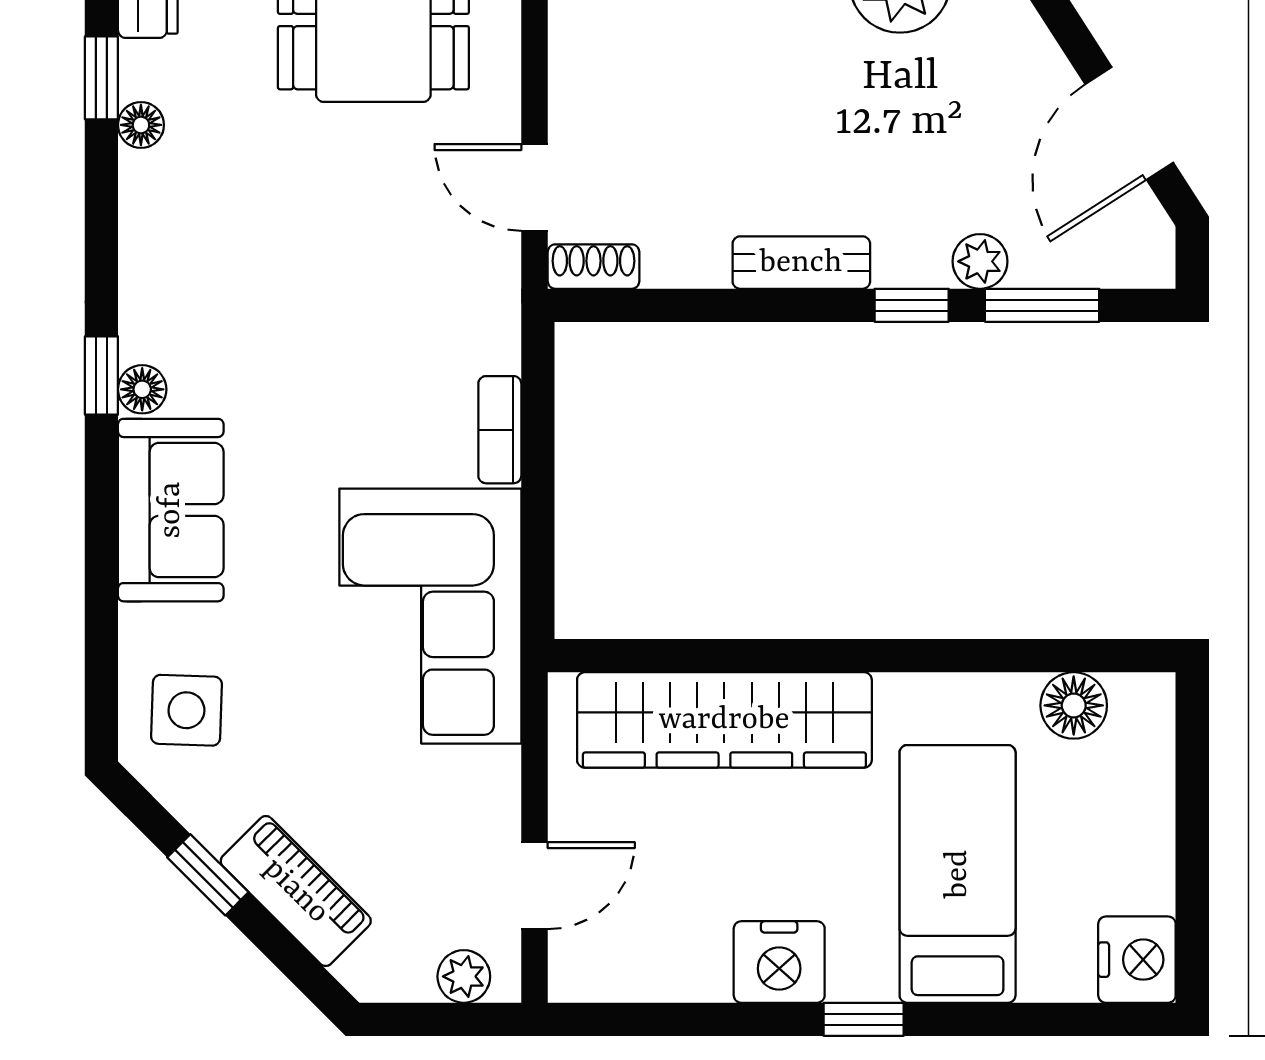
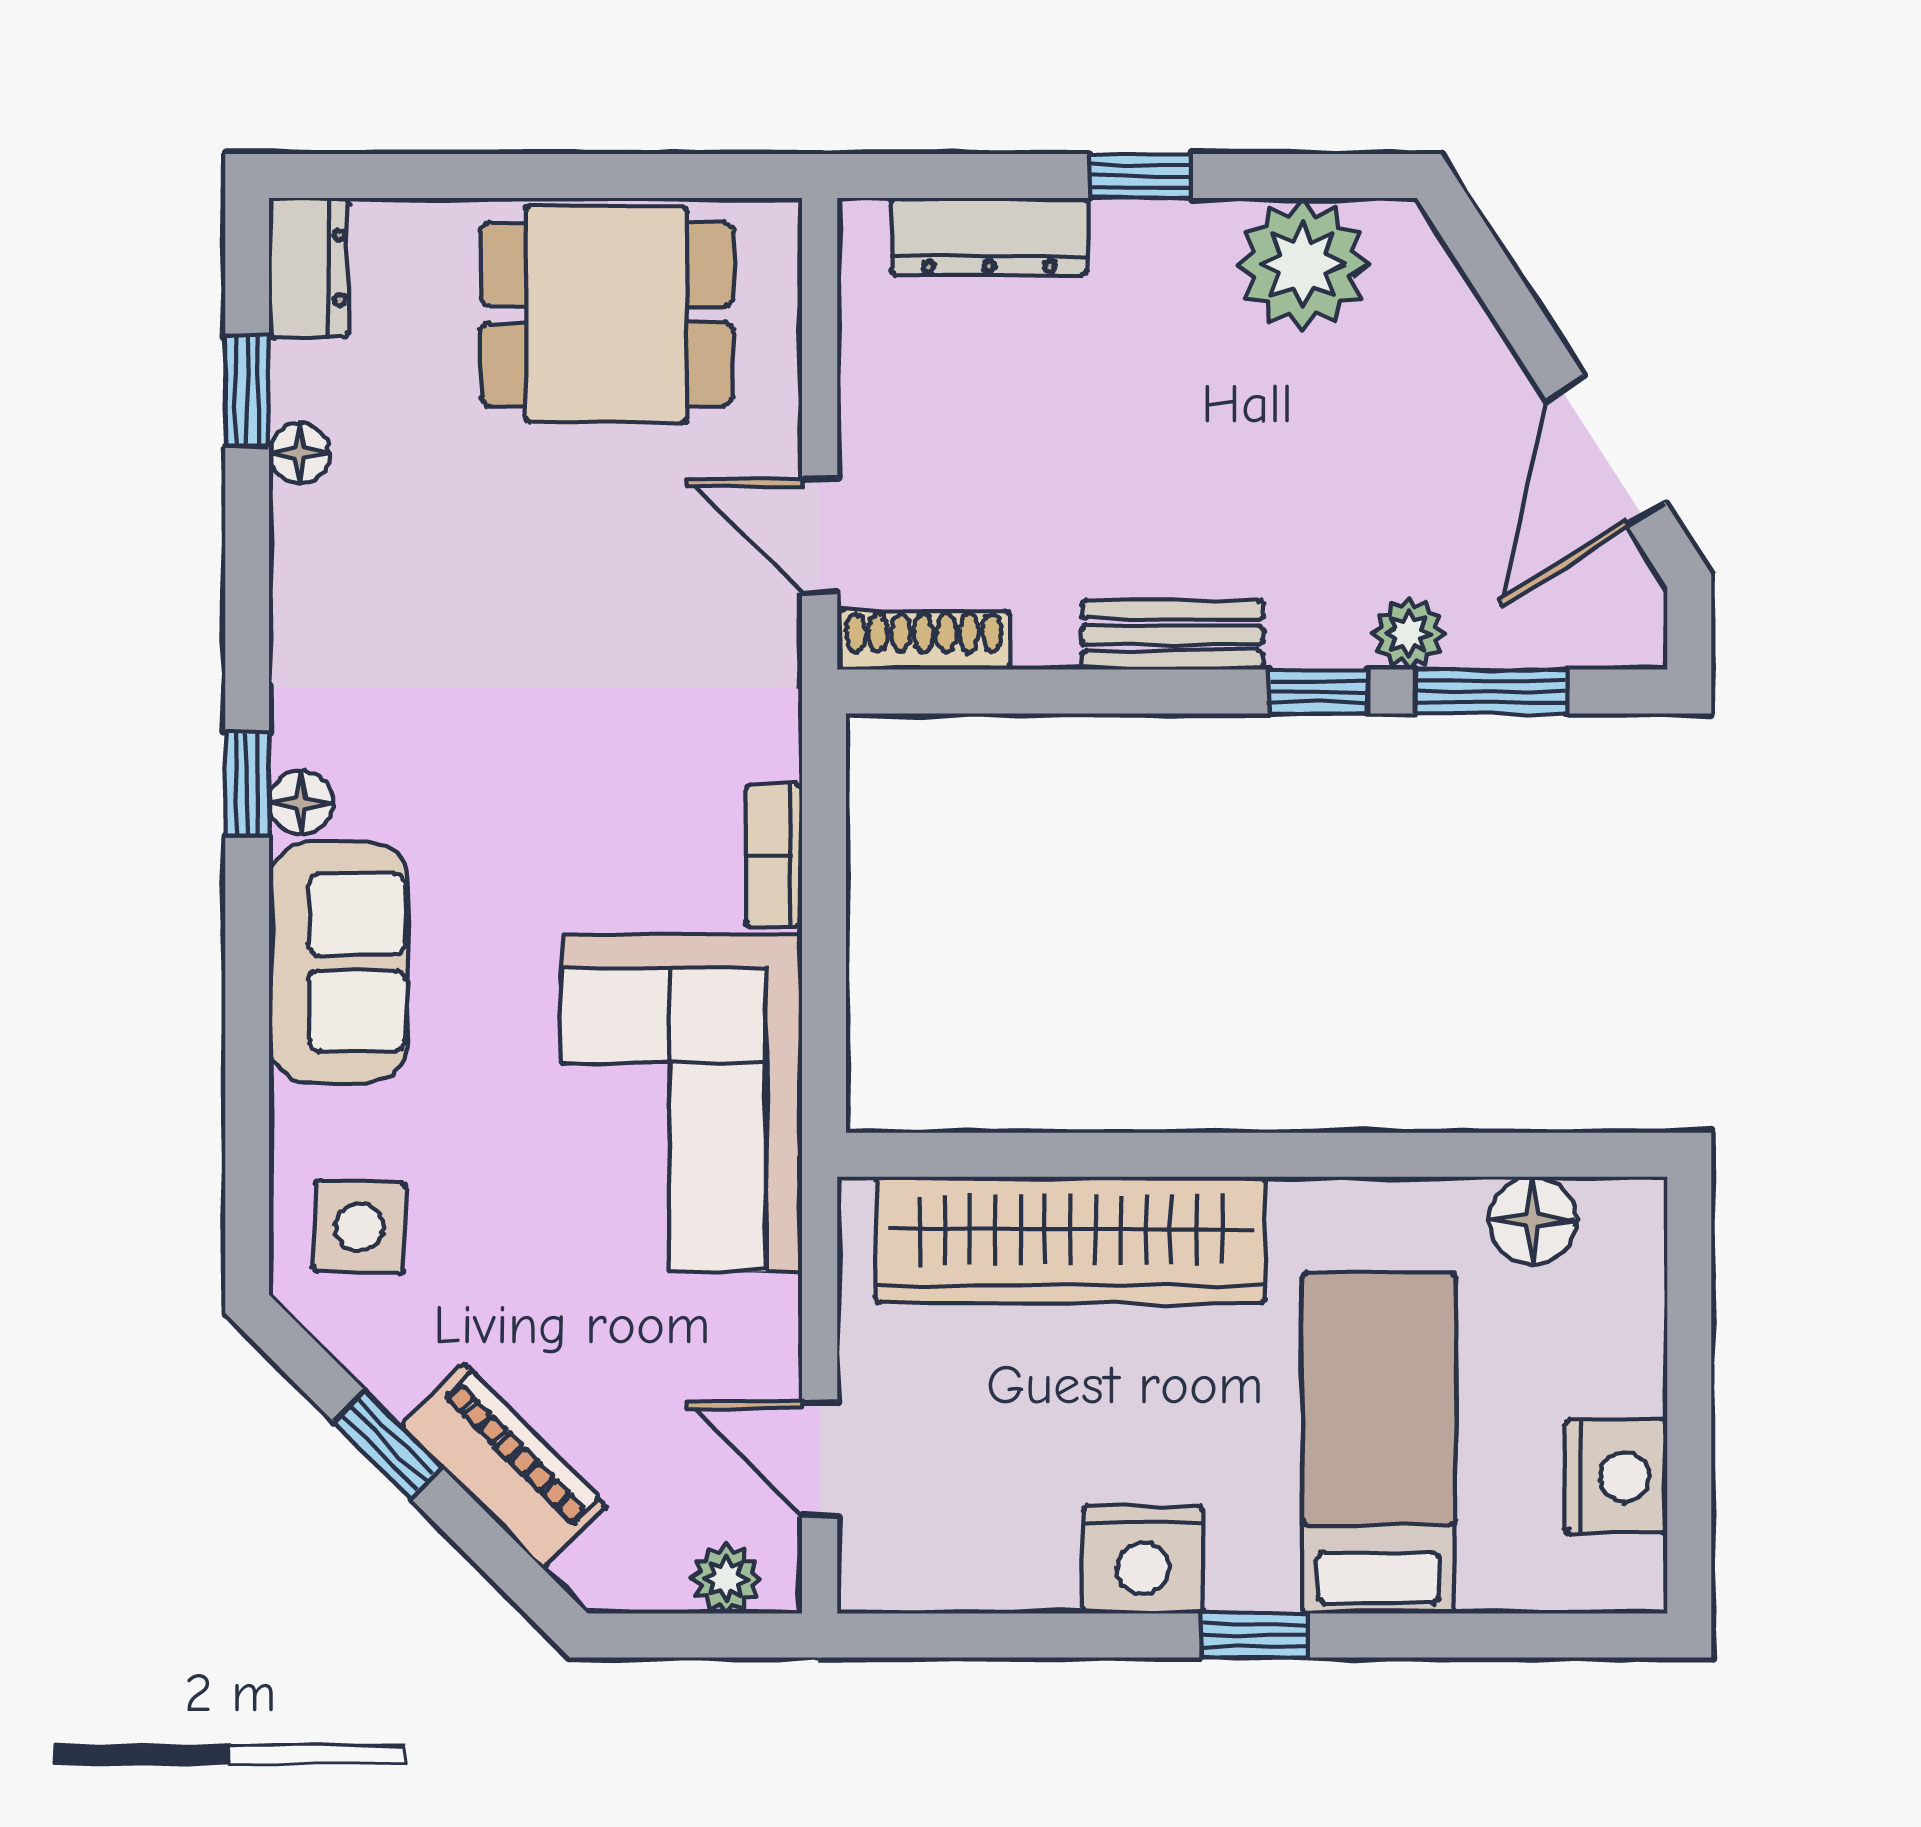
shoe rack: (593, 267) -> (924, 640), width x1.43
door: (534, 886) -> (820, 1459), swing flipped
nightstand: (1137, 960) -> (1616, 1477), moved

